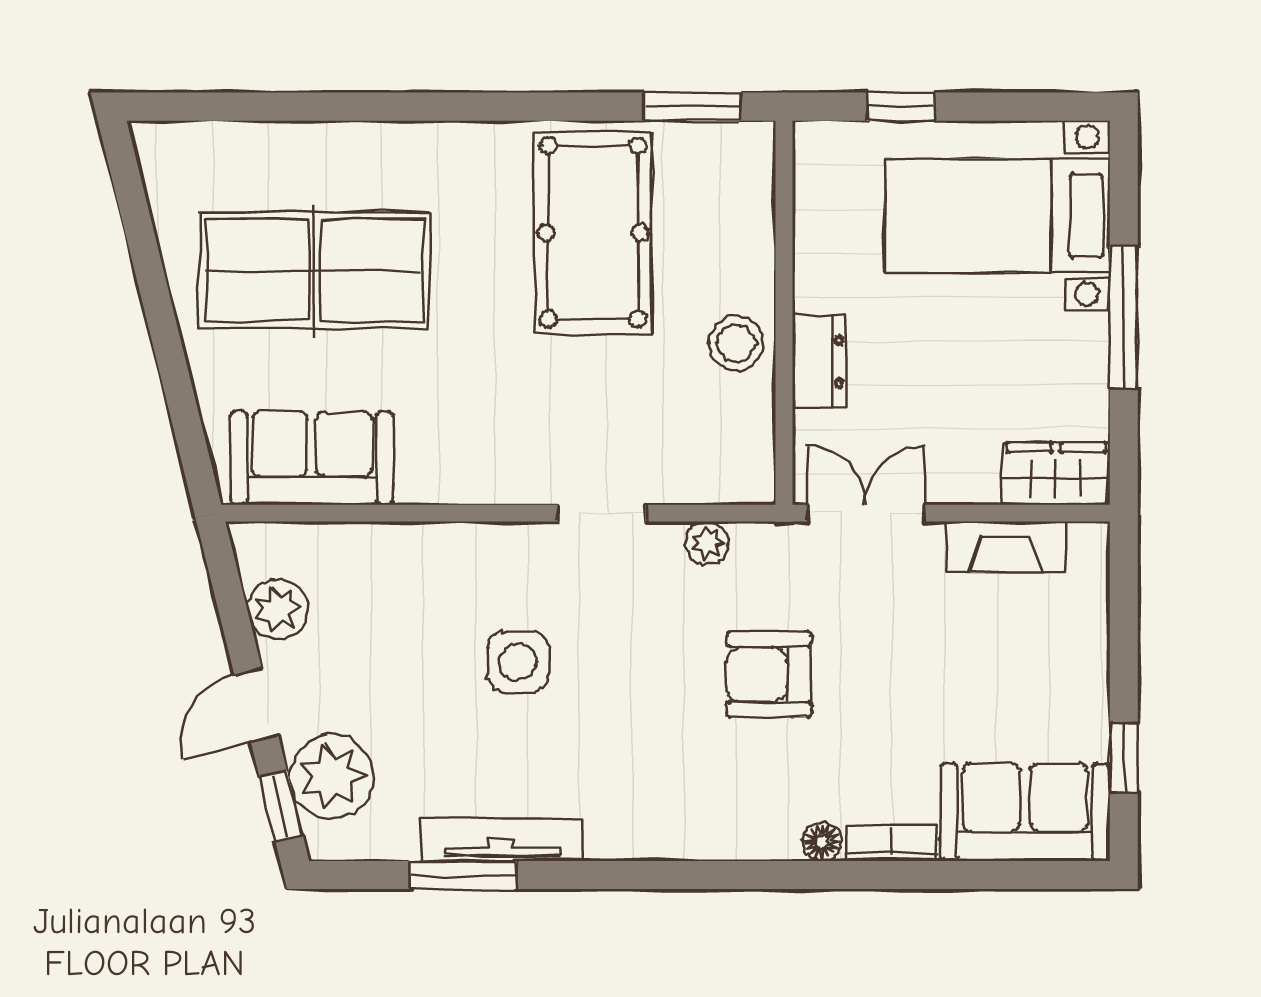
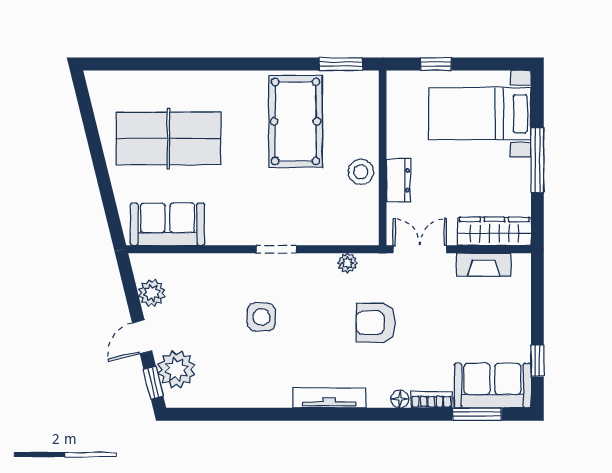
wardrobe: (1056, 474) -> (494, 231), width x1.50
doorway: (602, 513) -> (276, 249), moved
tv unit: (502, 839) -> (329, 398), moved
window: (463, 875) -> (477, 414), moved

